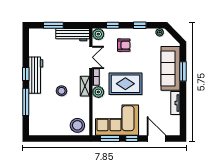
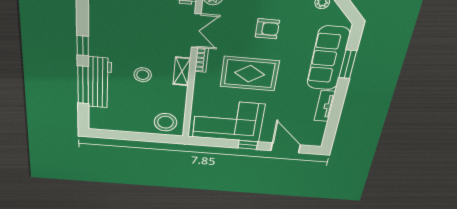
armchair: (124, 45) -> (267, 29), moved
workbench: (36, 75) -> (100, 83), moved
plant: (98, 92) -> (203, 81), removed
window: (110, 139) -> (215, 142), removed

